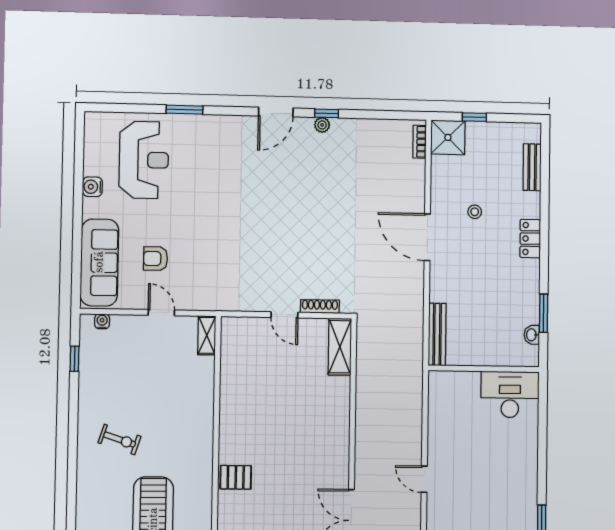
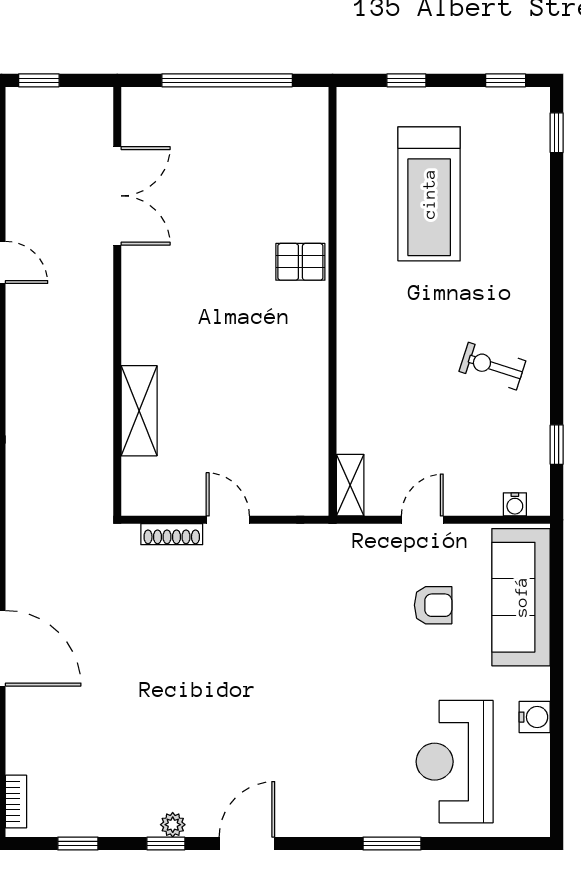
window: (381, 115) -> (78, 843), added
door: (161, 313) -> (422, 520), swing flipped
shelving: (340, 347) -> (139, 411), moved
exercise bike: (120, 440) -> (492, 366), moved

